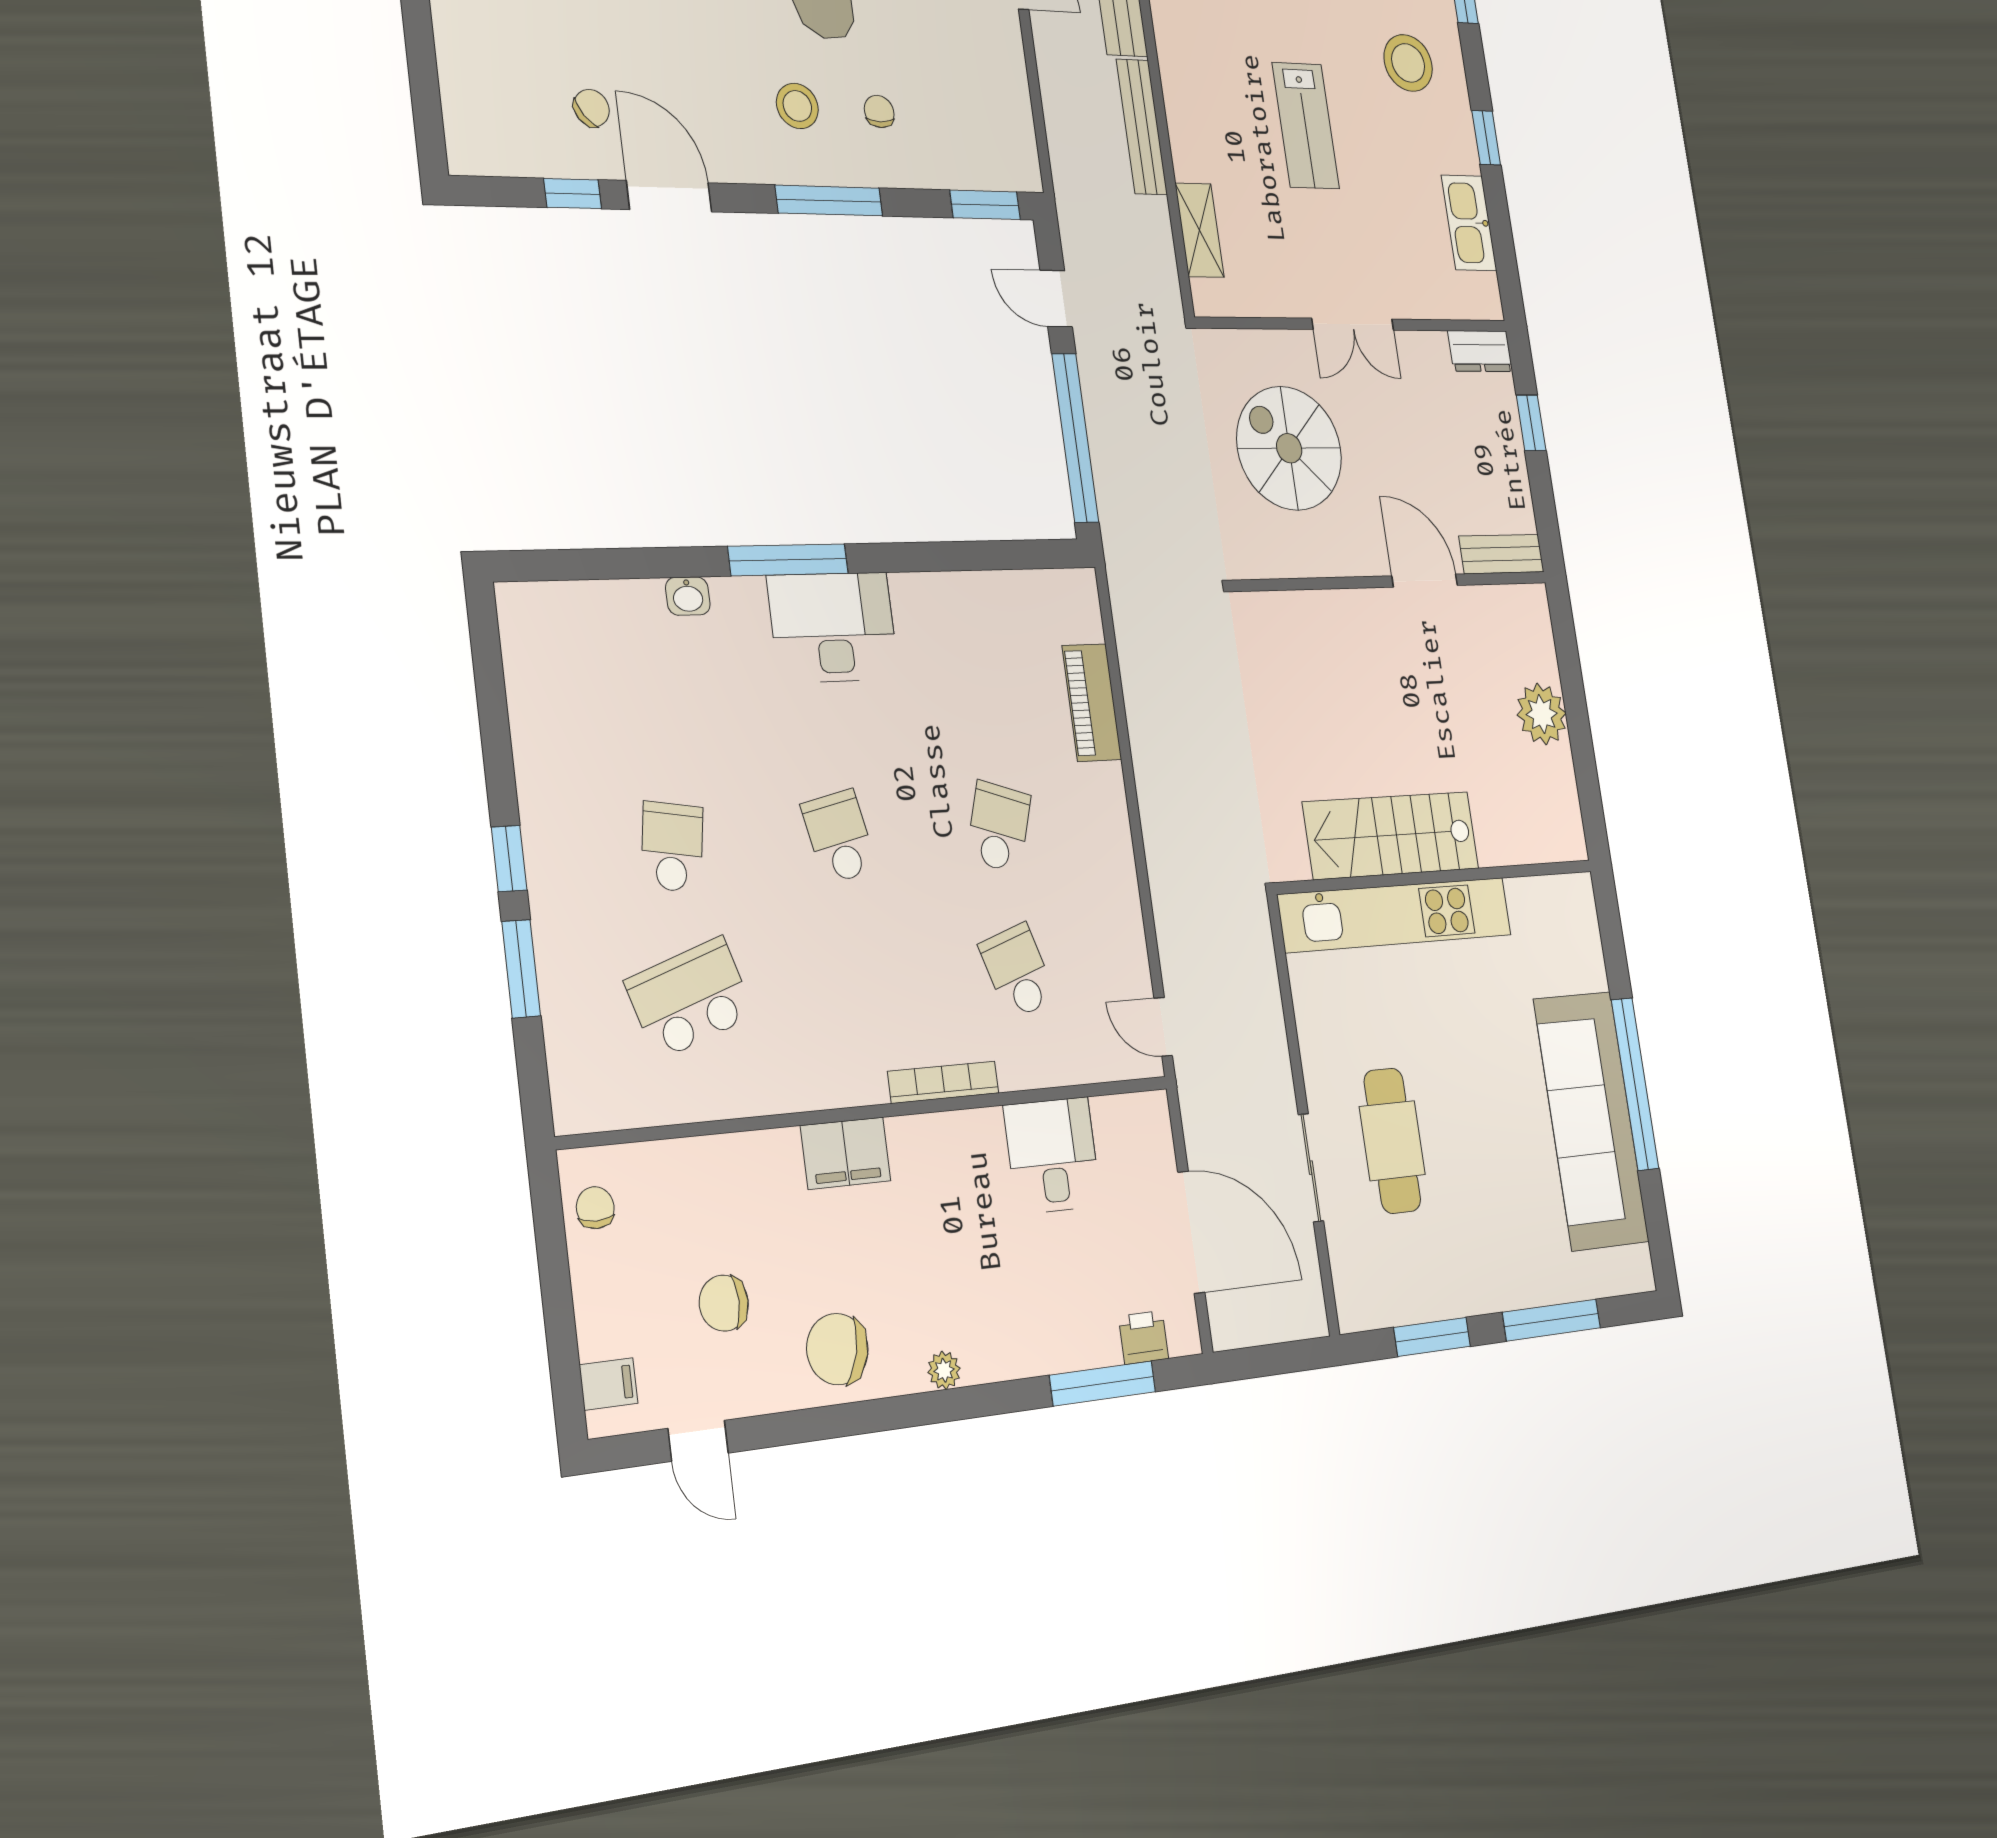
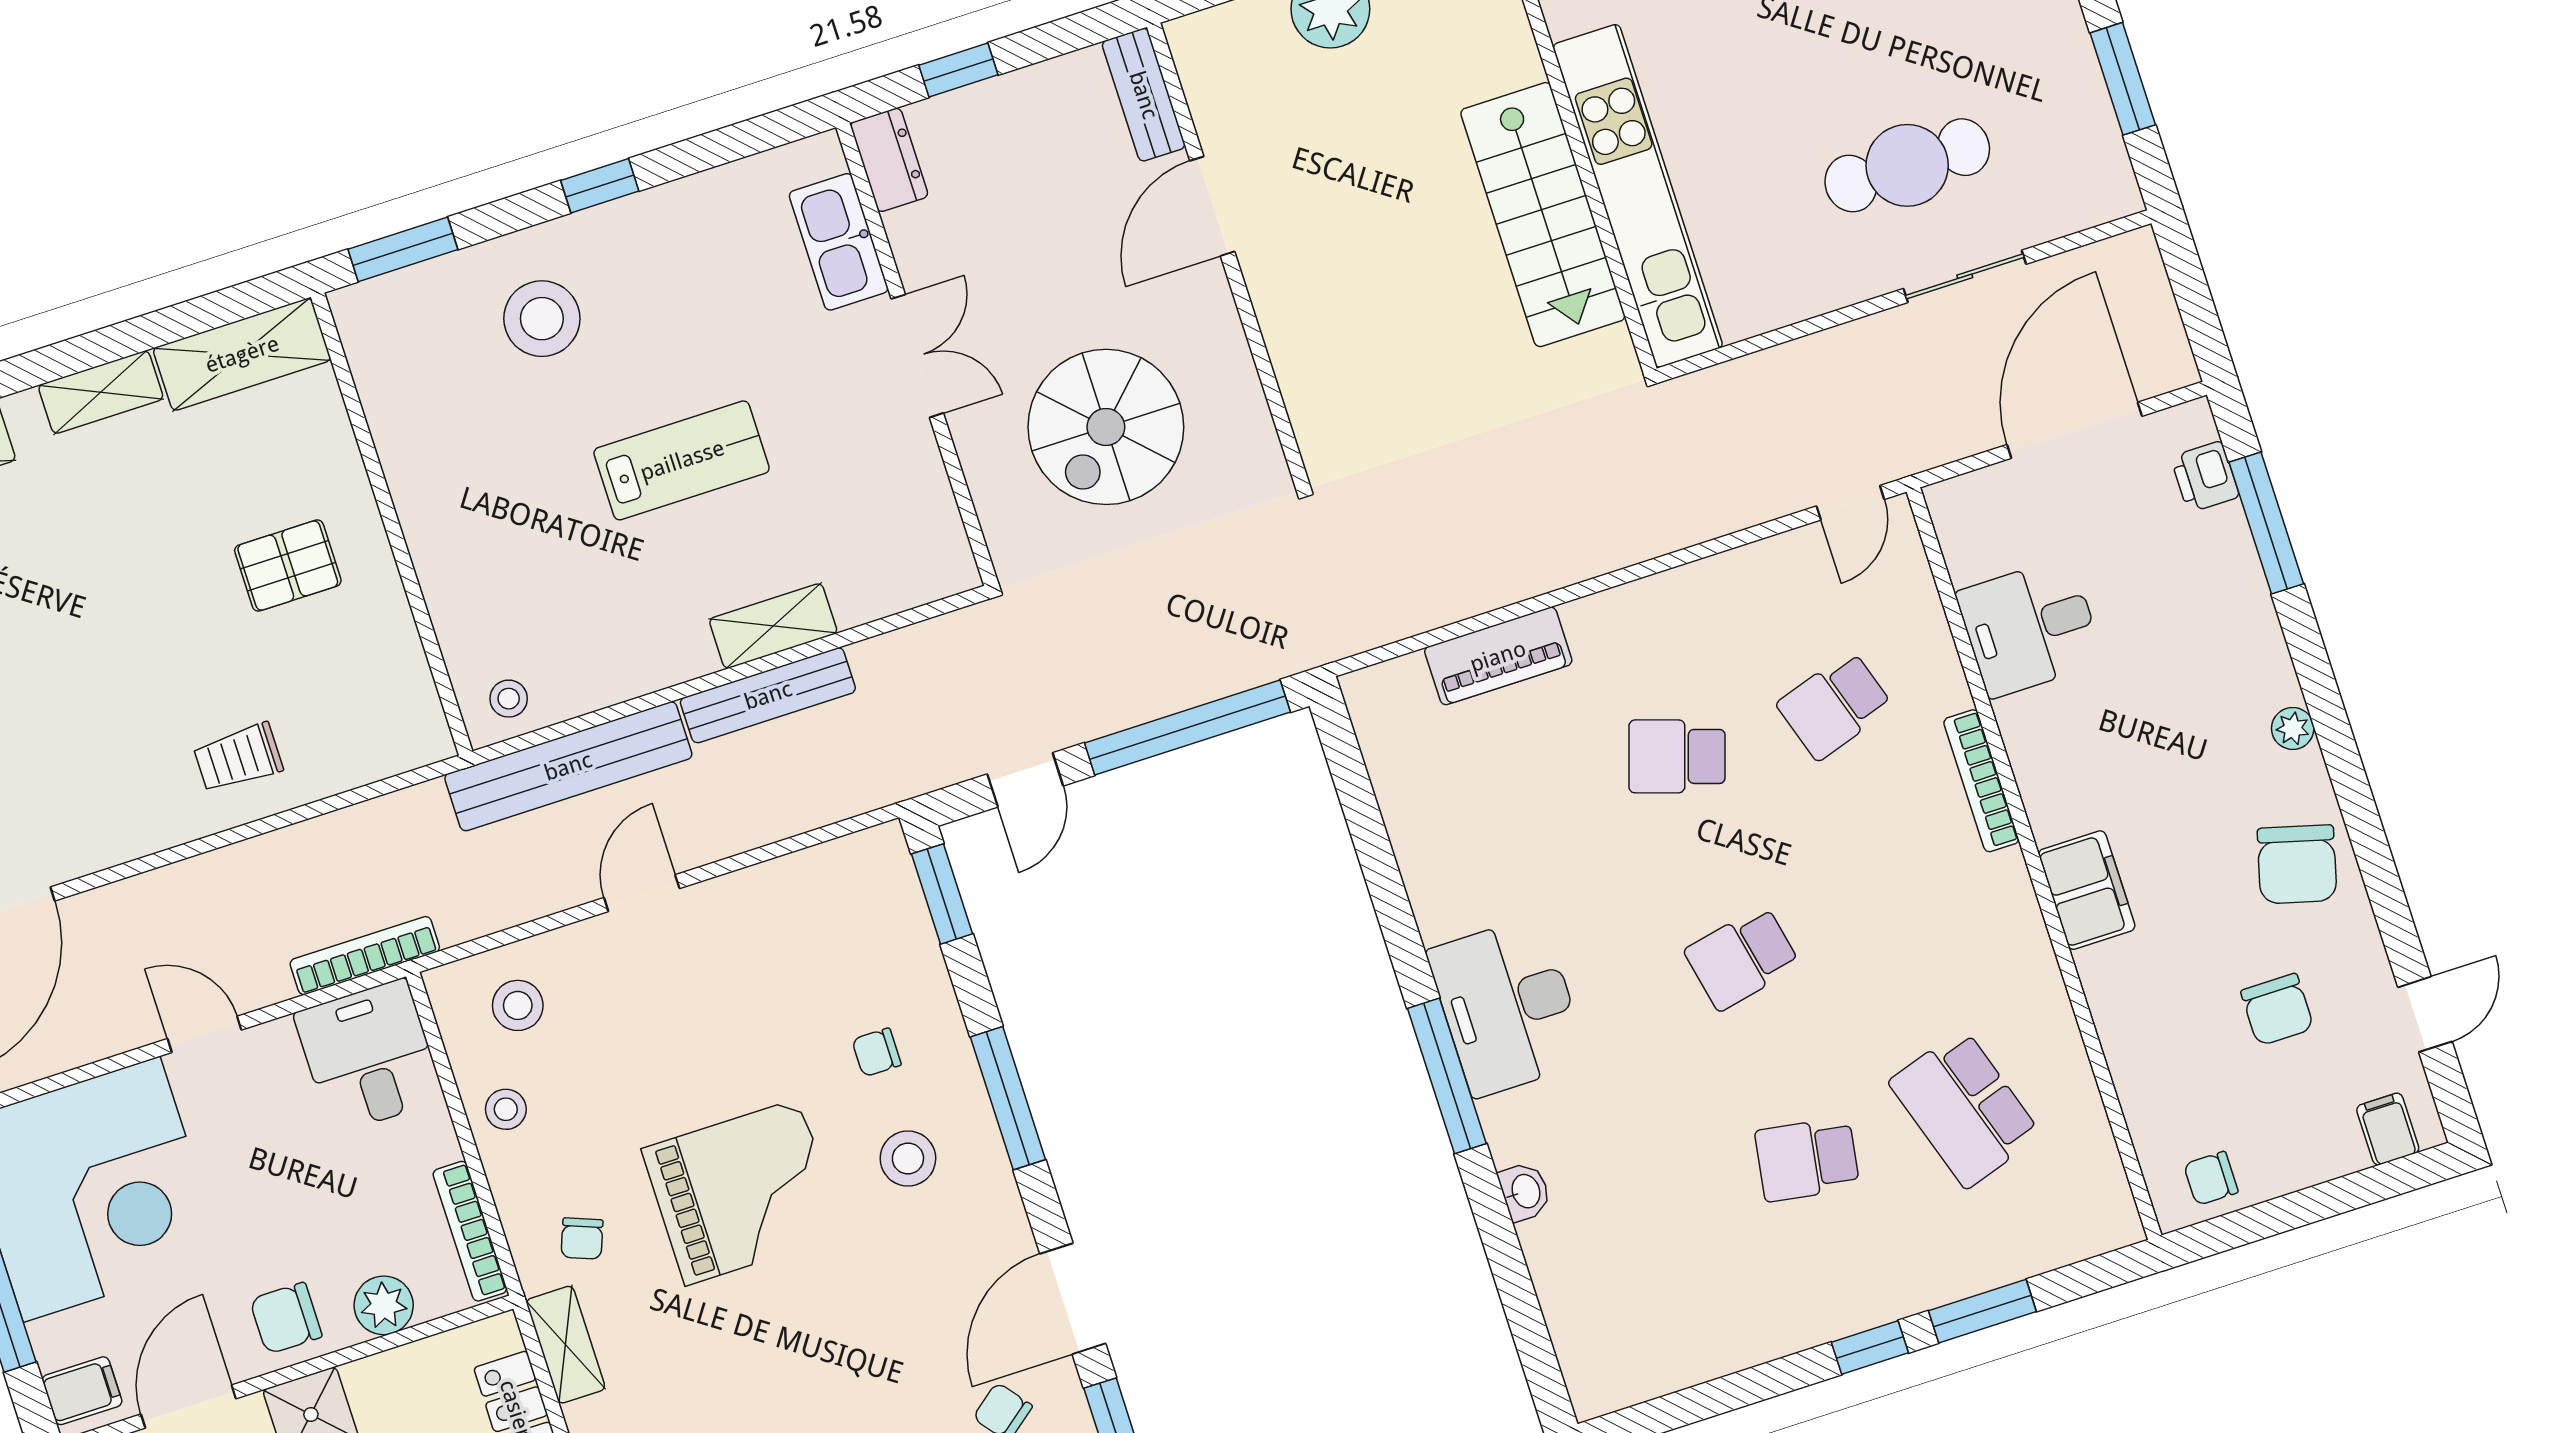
kitchen sink: (1469, 223) -> (839, 242), moved, turned 90
shelving: (1200, 230) -> (773, 626), moved

